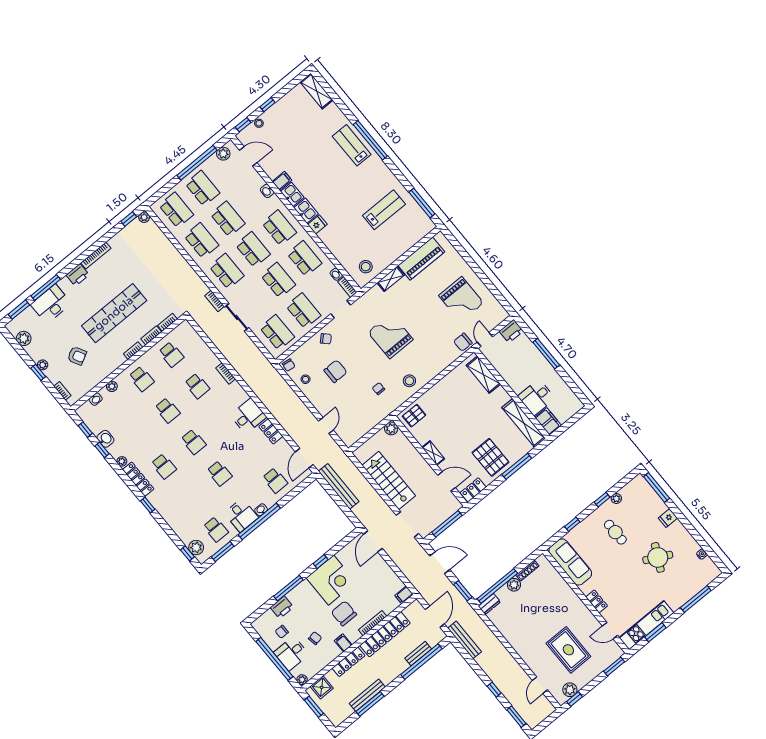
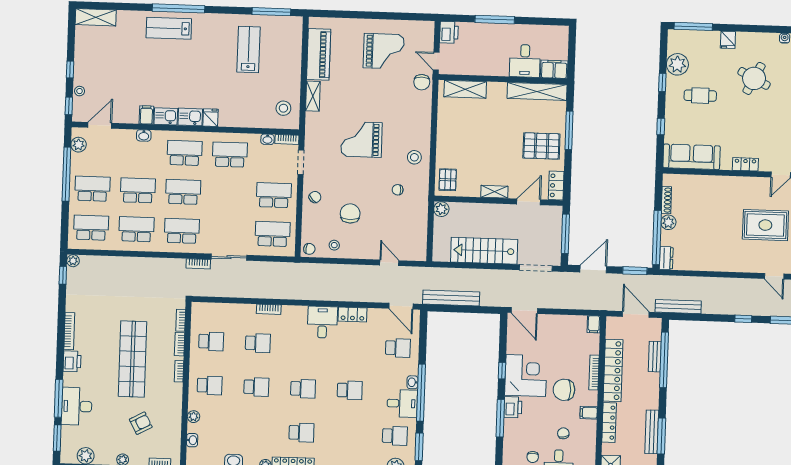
school desk: (278, 280) -> (229, 193), removed
plant: (616, 499) -> (677, 64), width x1.87, depth x1.87
printer: (282, 607) -> (513, 407), moved

